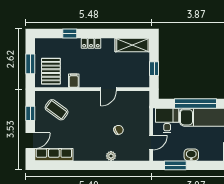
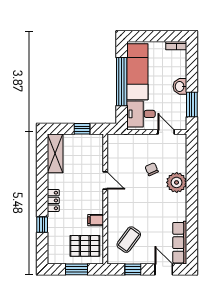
plant: (111, 156) -> (177, 182), width x1.88, depth x1.88

